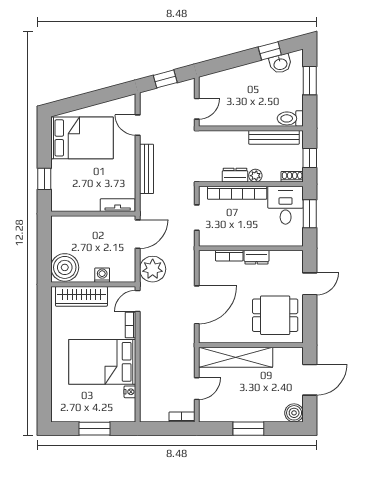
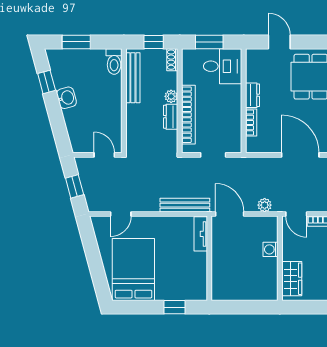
washbasin: (280, 64) -> (66, 98), moved
bench: (147, 169) -> (185, 205), moved
desk: (286, 205) -> (223, 66), moved, turned 180
boiler: (65, 267) -> (263, 287), removed
plant: (153, 269) -> (265, 205), width x0.53, depth x0.53
wardrobe: (81, 296) -> (292, 279), width x0.67

